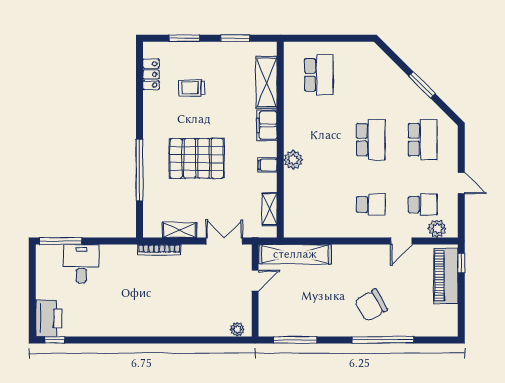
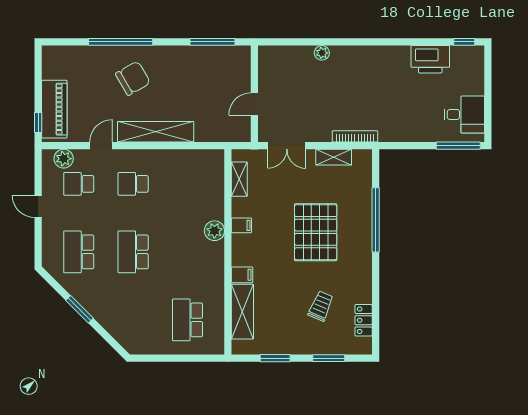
trolley: (192, 88) -> (321, 306), turned -66
filing cabinet: (267, 125) -> (242, 275), width x0.50
pallet: (197, 158) -> (316, 232), turned 90
shelving: (295, 254) -> (156, 132), moved
desk: (81, 264) -> (464, 115), moved, turned -90
printer: (49, 318) -> (430, 59), moved, turned -90
plant: (237, 329) -> (322, 53), moved

